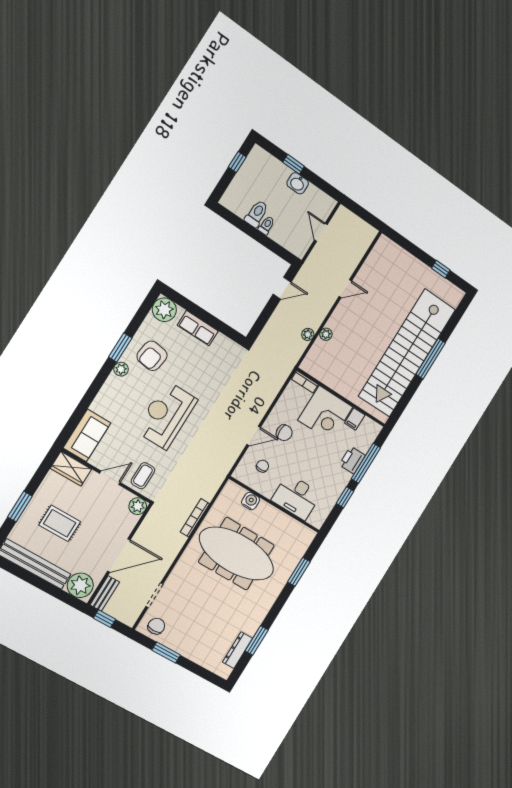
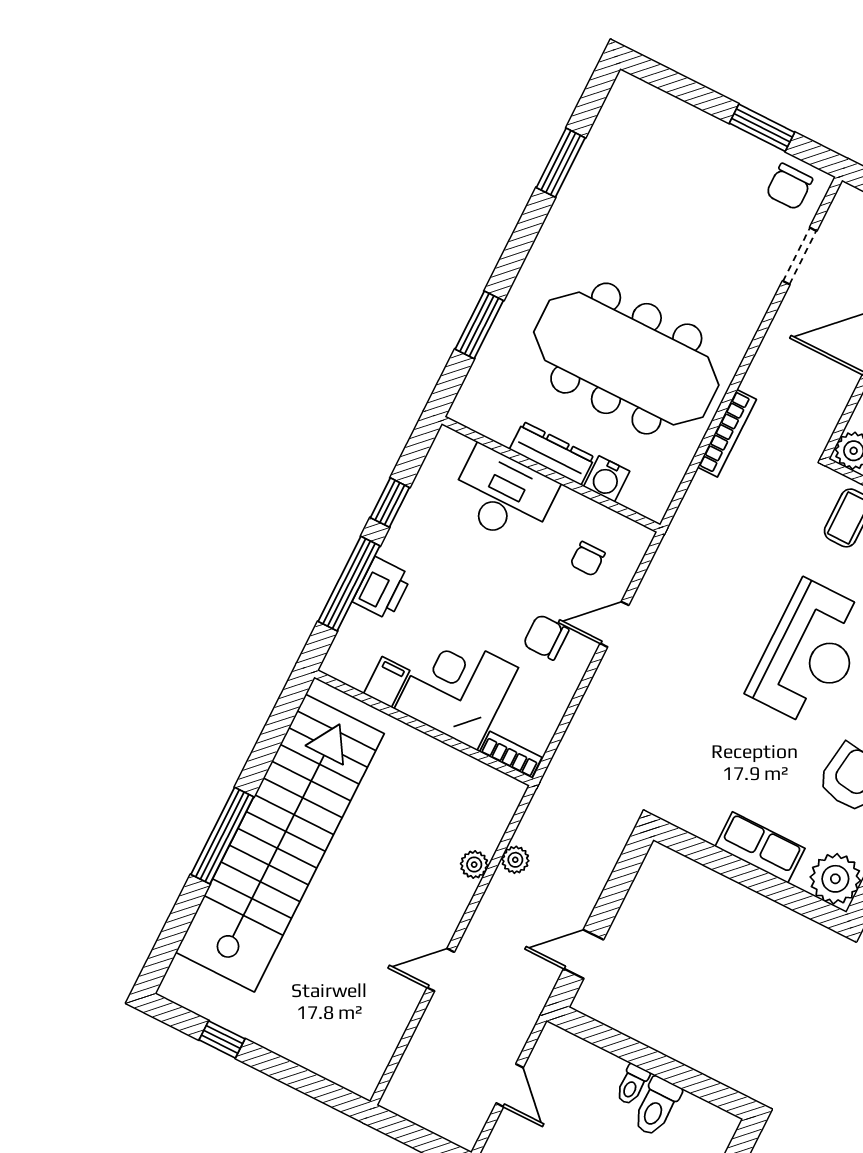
dresser: (238, 650) -> (552, 453), moved, turned -90

